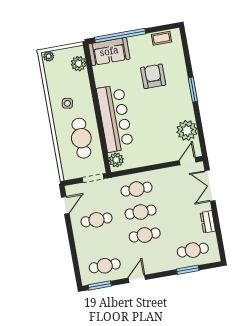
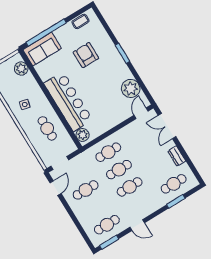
cafe table: (81, 138) -> (47, 128), width x0.73, depth x0.74
doorway: (93, 178) -> (60, 163), moved
door: (137, 279) -> (137, 225), swing flipped

